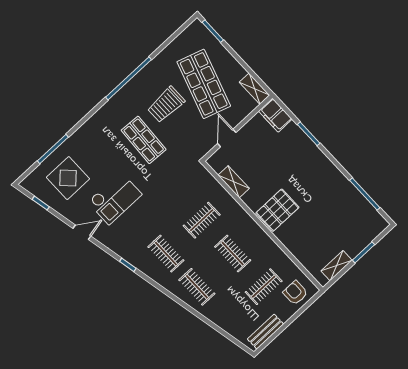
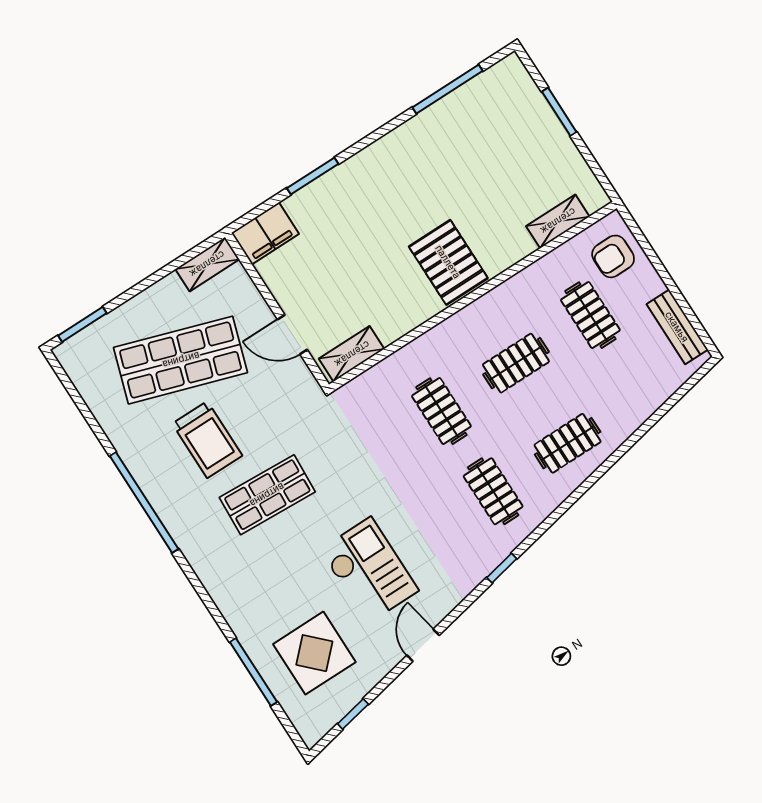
shelving: (234, 182) -> (352, 354), moved
clothes rail: (166, 254) -> (493, 491), turned 90
shelving: (337, 266) -> (558, 221), moved, turned 90

